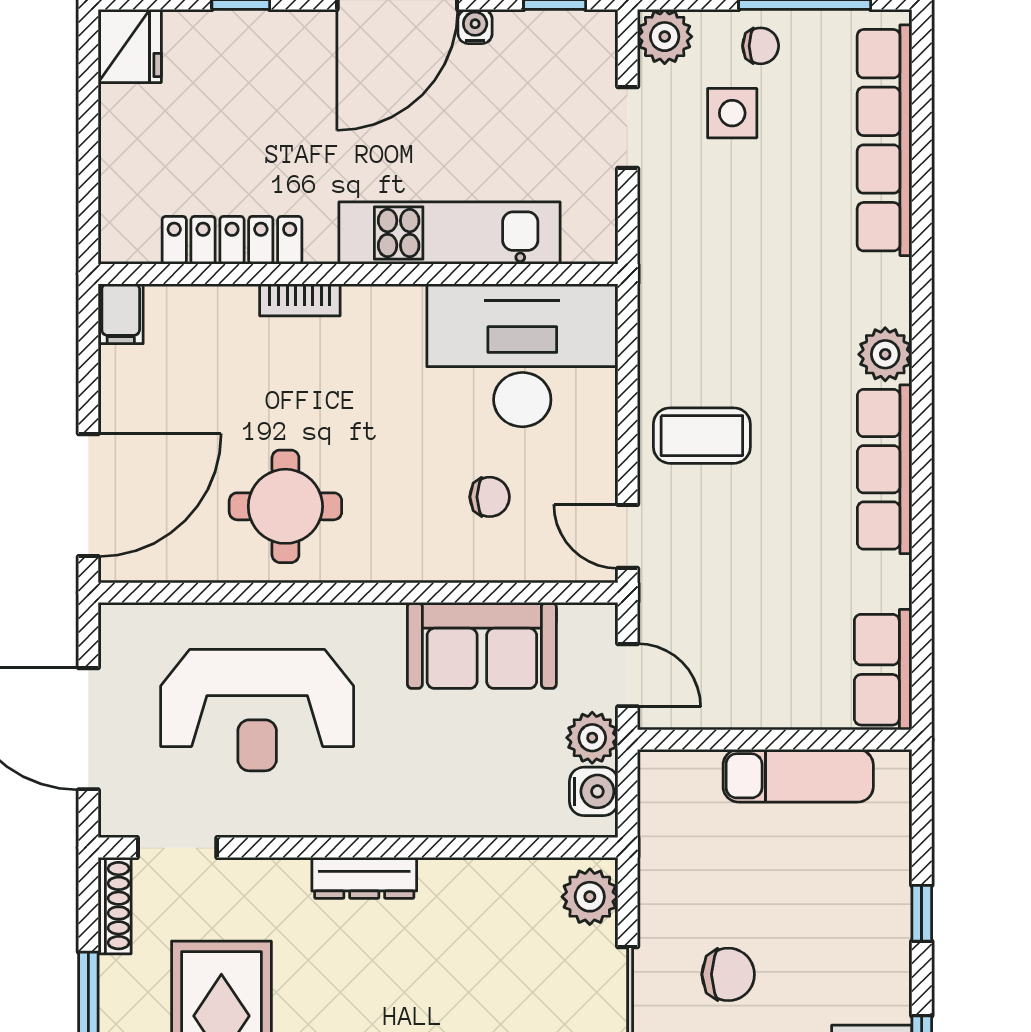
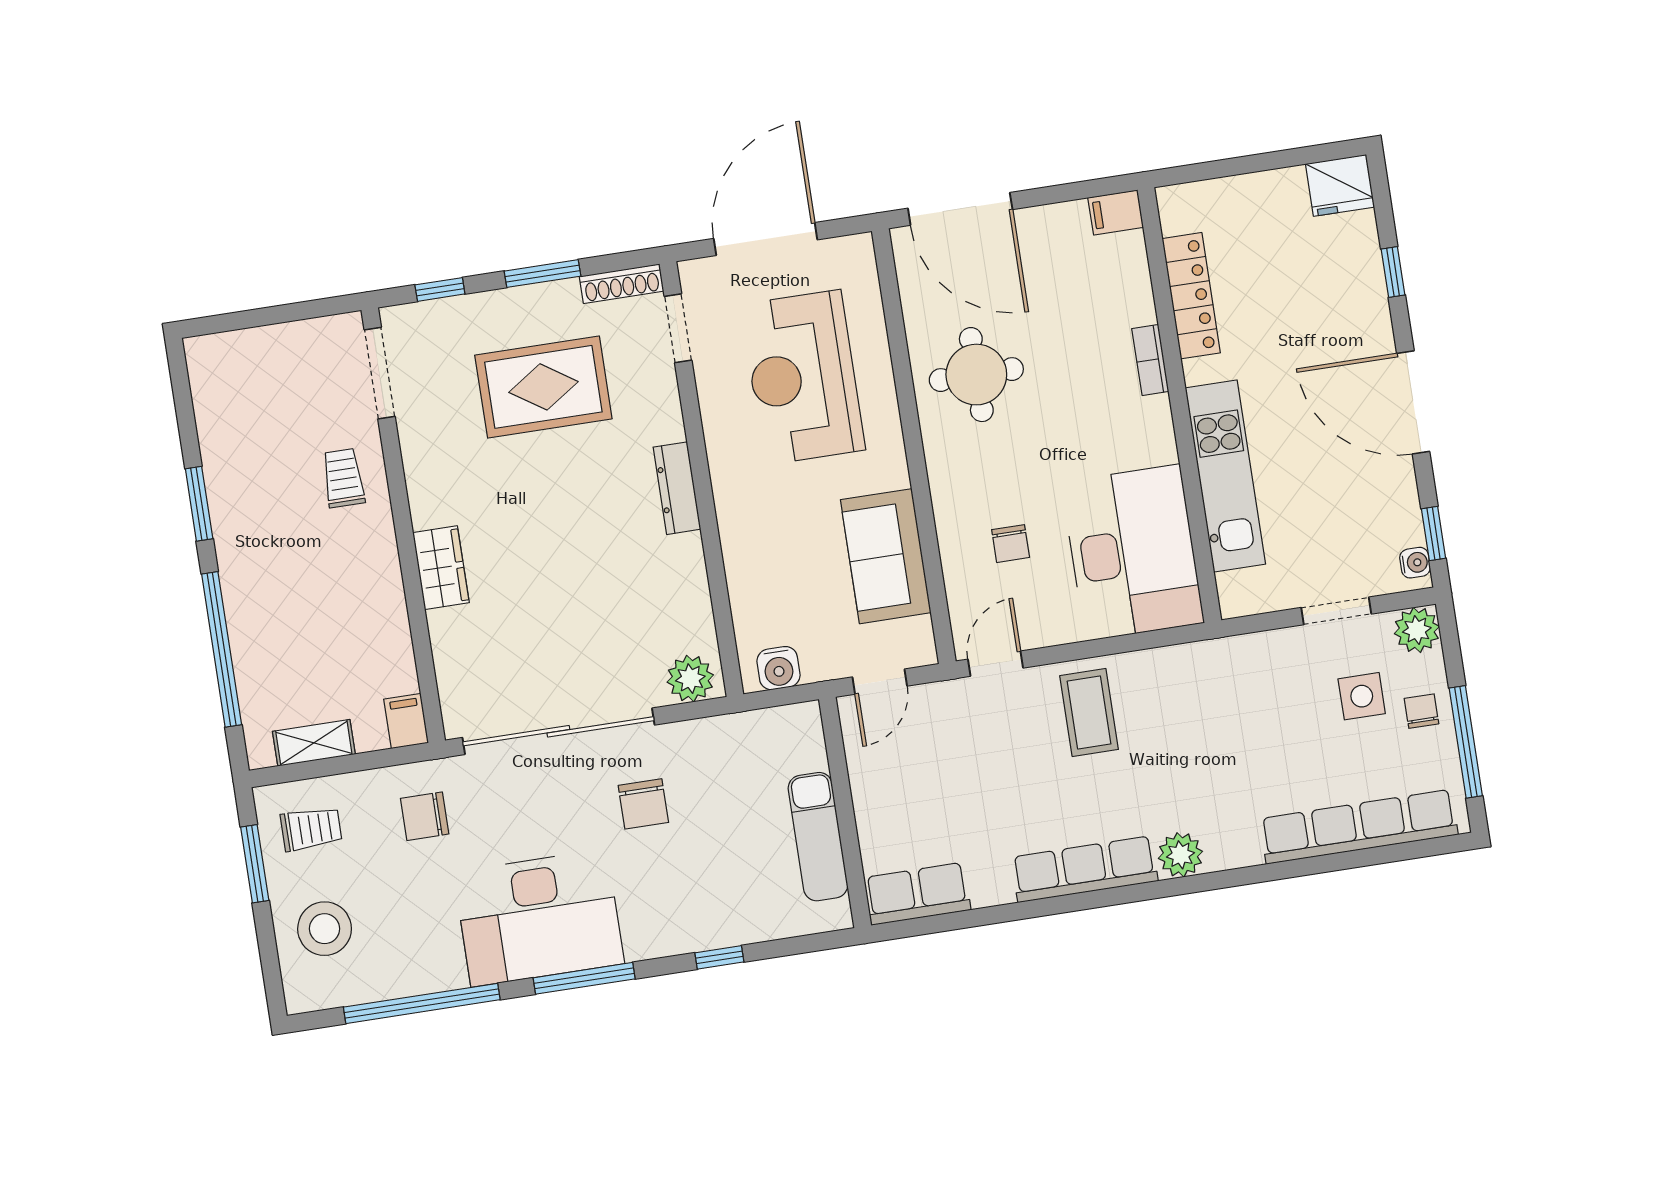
water cooler: (475, 26) -> (1415, 563), moved
chair: (761, 46) -> (1421, 711), turned 180
plant: (592, 738) -> (823, 660), removed

